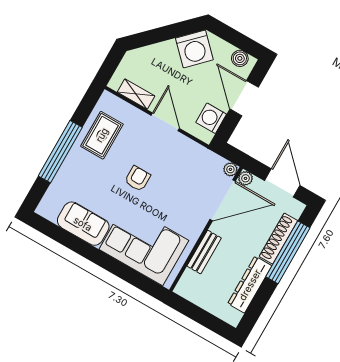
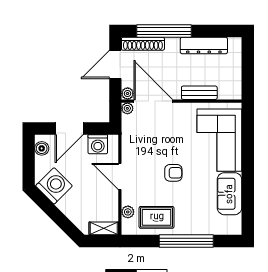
shelving: (136, 94) -> (104, 228), moved, turned 90
plant: (124, 109) -> (128, 212), added
door: (165, 122) -> (120, 176), hinge flipped
armchair: (138, 179) -> (173, 173), turned 180
shoe rack: (279, 239) -> (143, 44), moved

